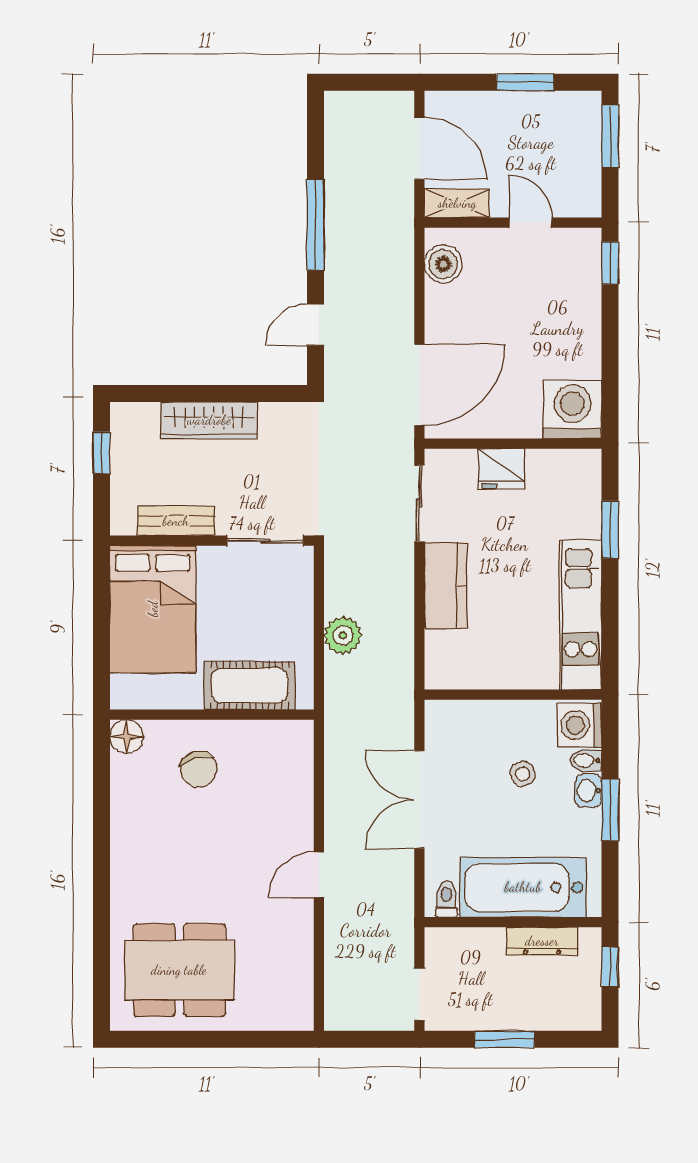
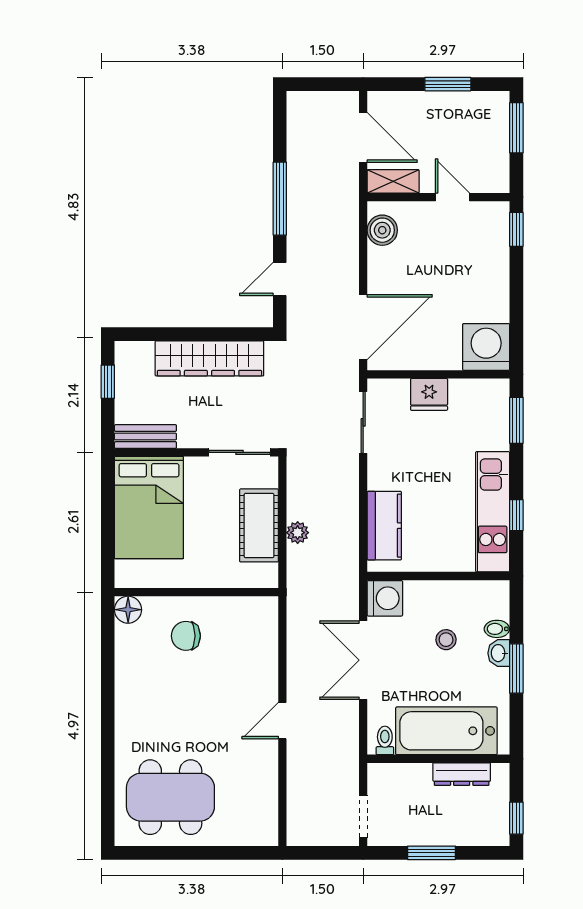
wardrobe: (209, 420) -> (209, 358), width x1.40, depth x1.17
bench: (176, 521) -> (145, 436), moved
window: (610, 530) -> (516, 420), moved
kitchen counter: (446, 585) -> (384, 526), moved
window: (610, 619) -> (516, 515), added
plant: (343, 635) -> (298, 533), width x0.73, depth x0.73
cot: (250, 685) -> (259, 525), moved, turned 90
washing machine: (580, 725) -> (385, 598), moved, turned 180
chair: (199, 769) -> (186, 636), turned 106
window: (610, 967) -> (516, 818), moved

